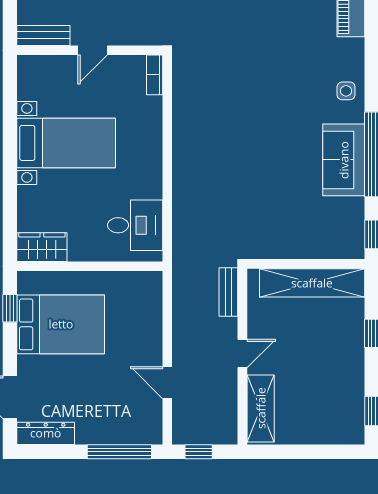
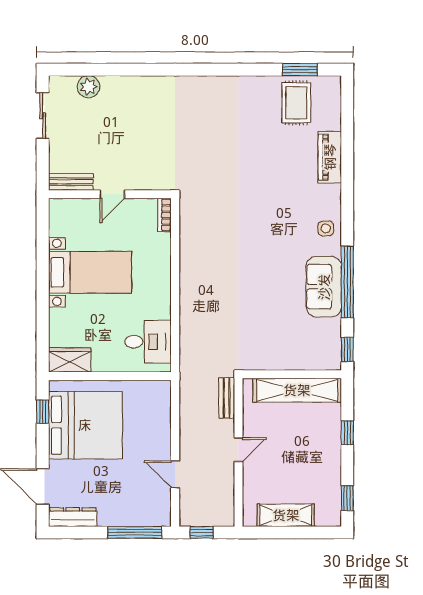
bed: (61, 324) -> (85, 425), width x1.36
shelving: (261, 408) -> (286, 515), moved, turned 90

